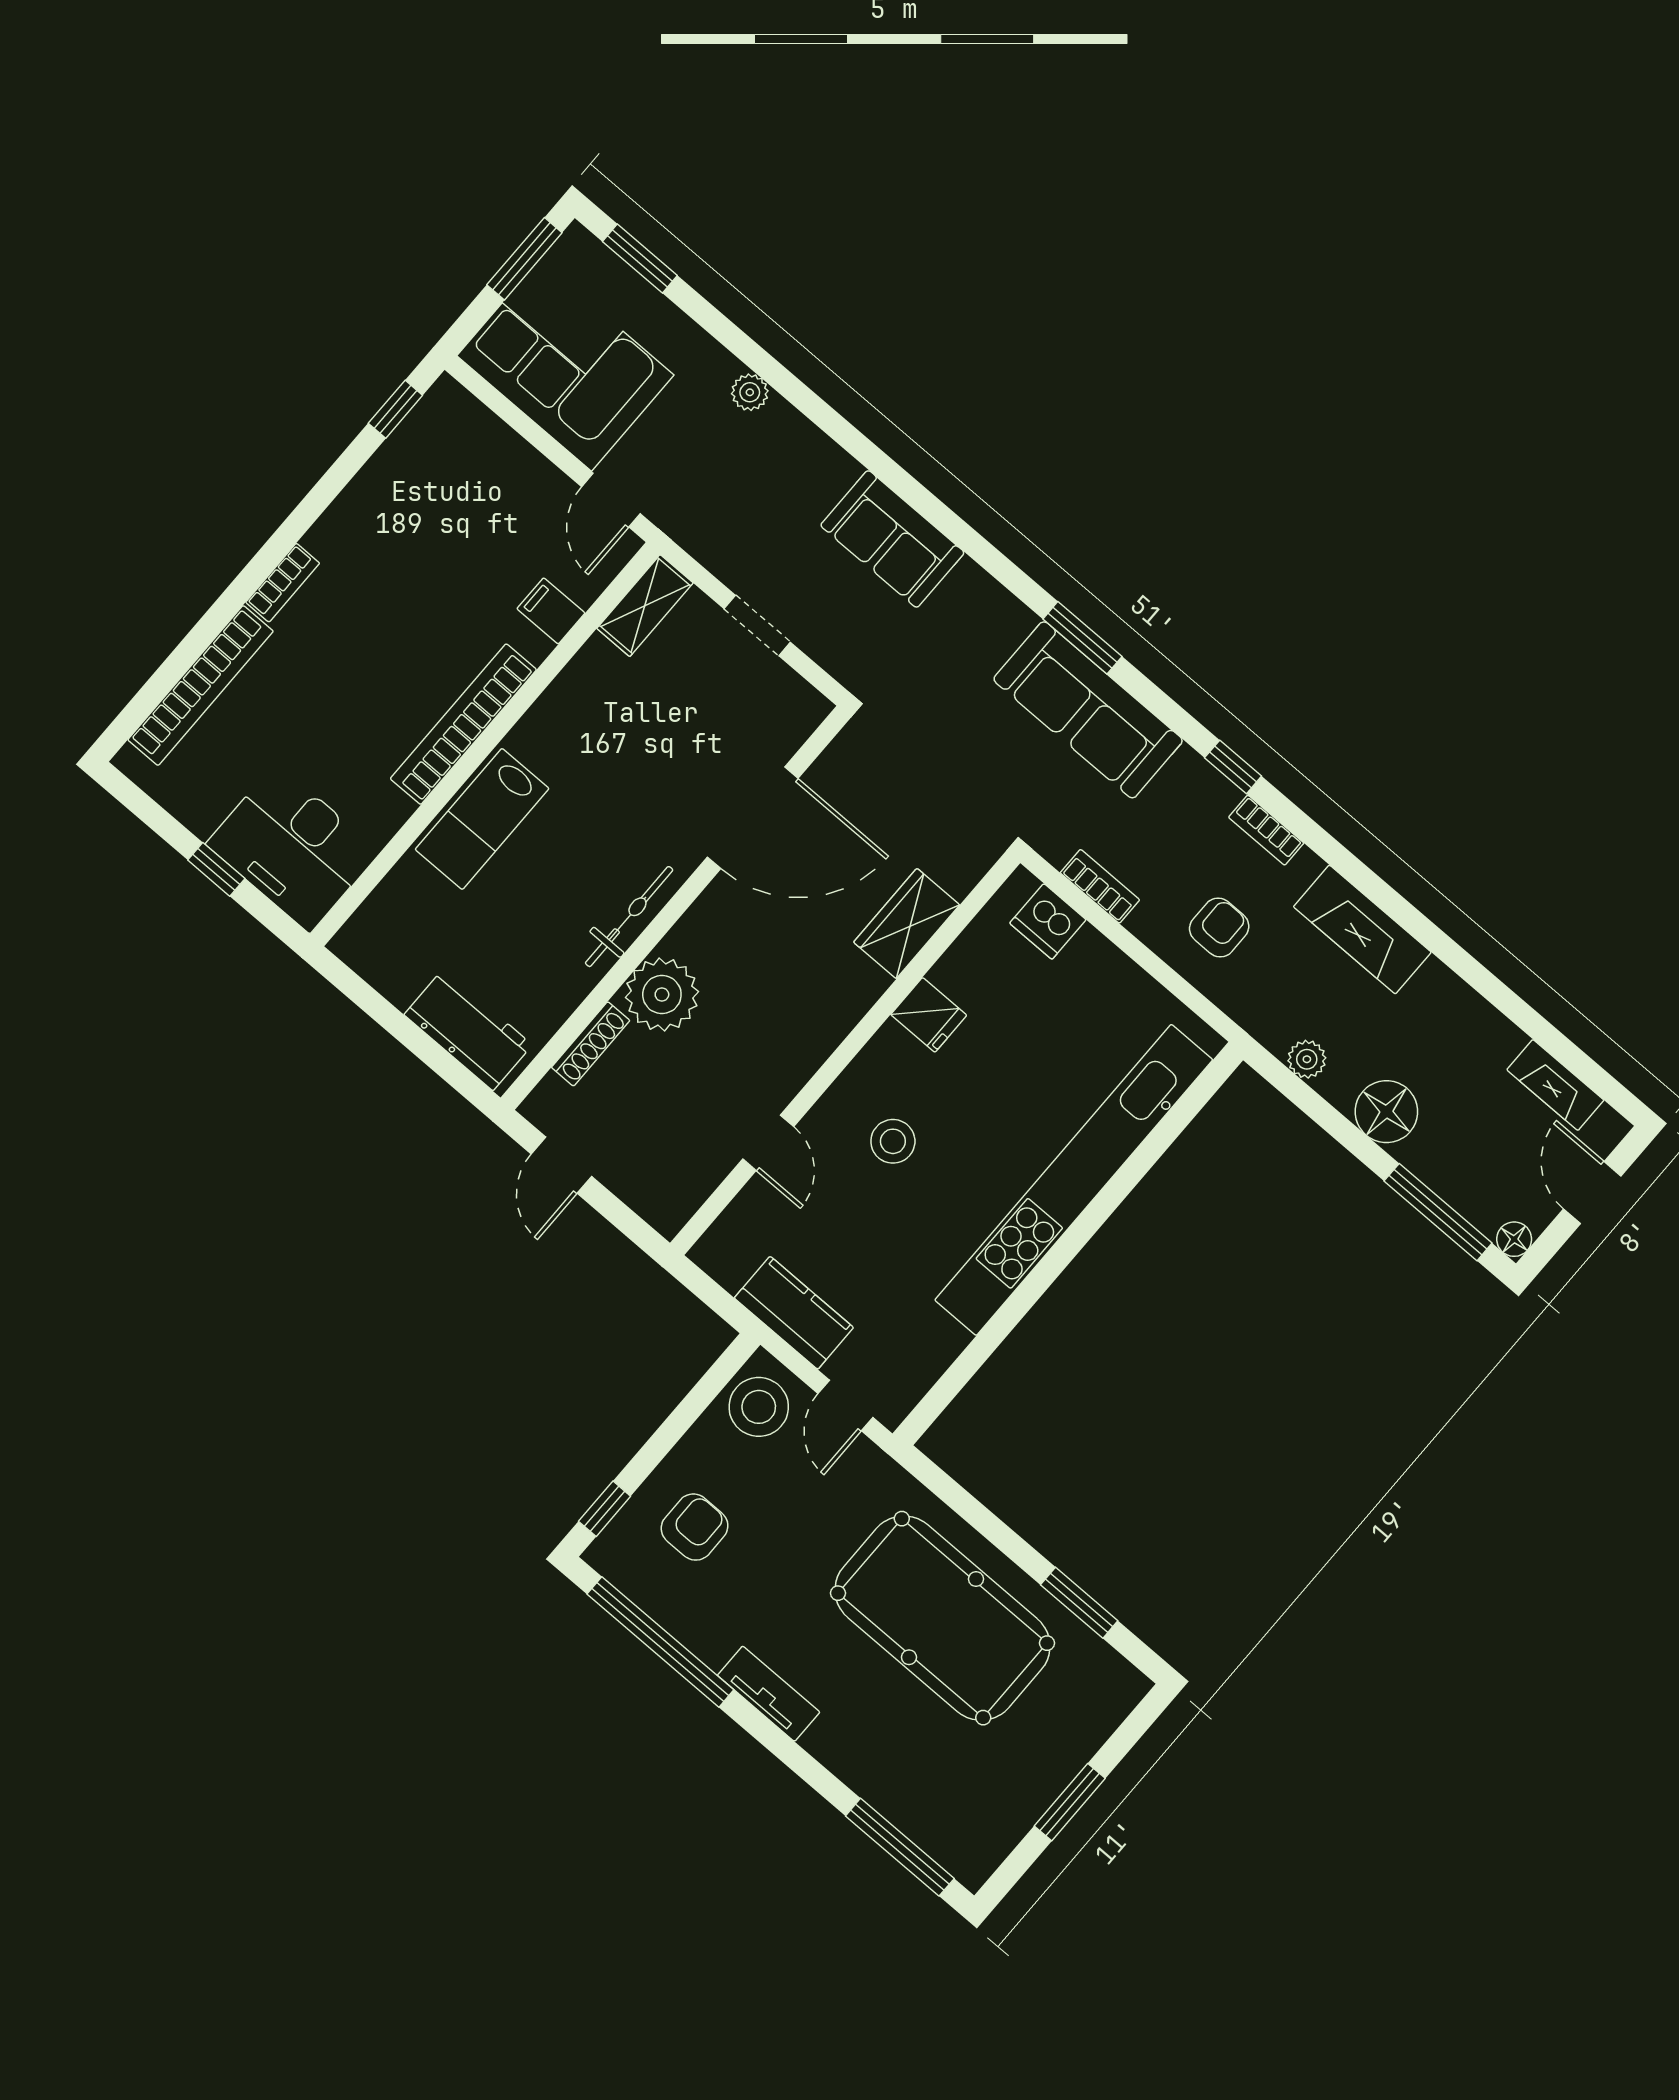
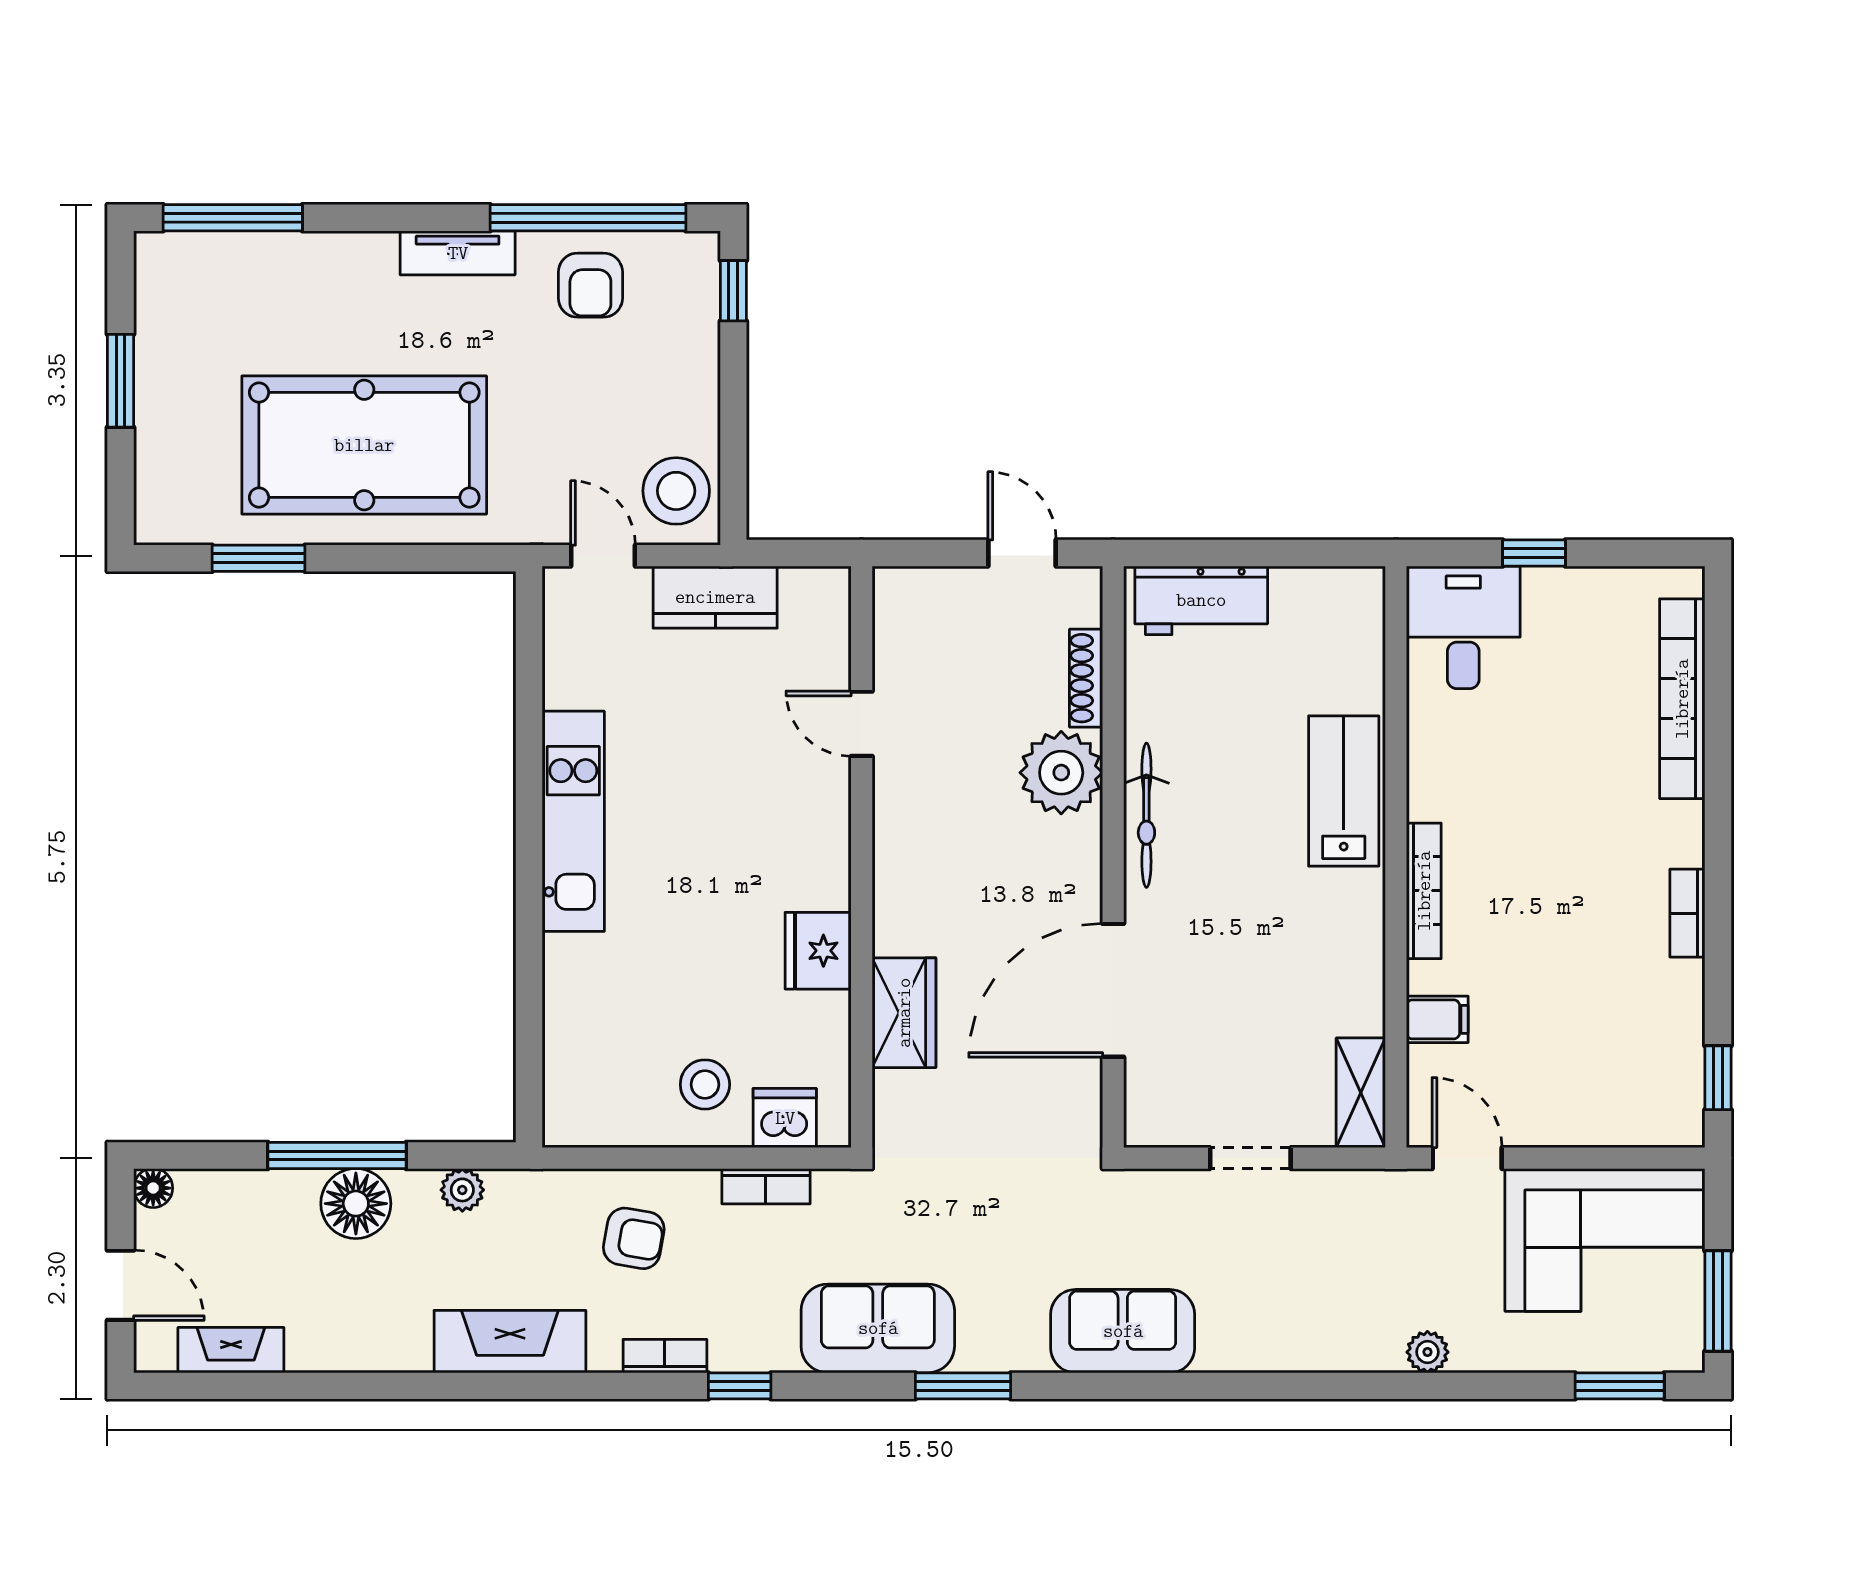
sofa: (892, 539) -> (1123, 1331), moved
bookcase: (283, 583) -> (1687, 913), moved
sofa: (1088, 710) -> (878, 1328), width x0.73
bookcase: (463, 724) -> (1424, 891), width x0.68, depth x0.76
desk: (293, 848) -> (1463, 627), width x0.73
armchair: (1219, 928) -> (634, 1238), turned -80
fridge: (929, 1015) -> (818, 951), width x1.38
stool: (893, 1141) -> (705, 1084), moved
kitchen unit: (1074, 1180) -> (573, 821), width x0.54
window: (1438, 1212) -> (337, 1155), moved
armchair: (695, 1527) -> (590, 285), moved

